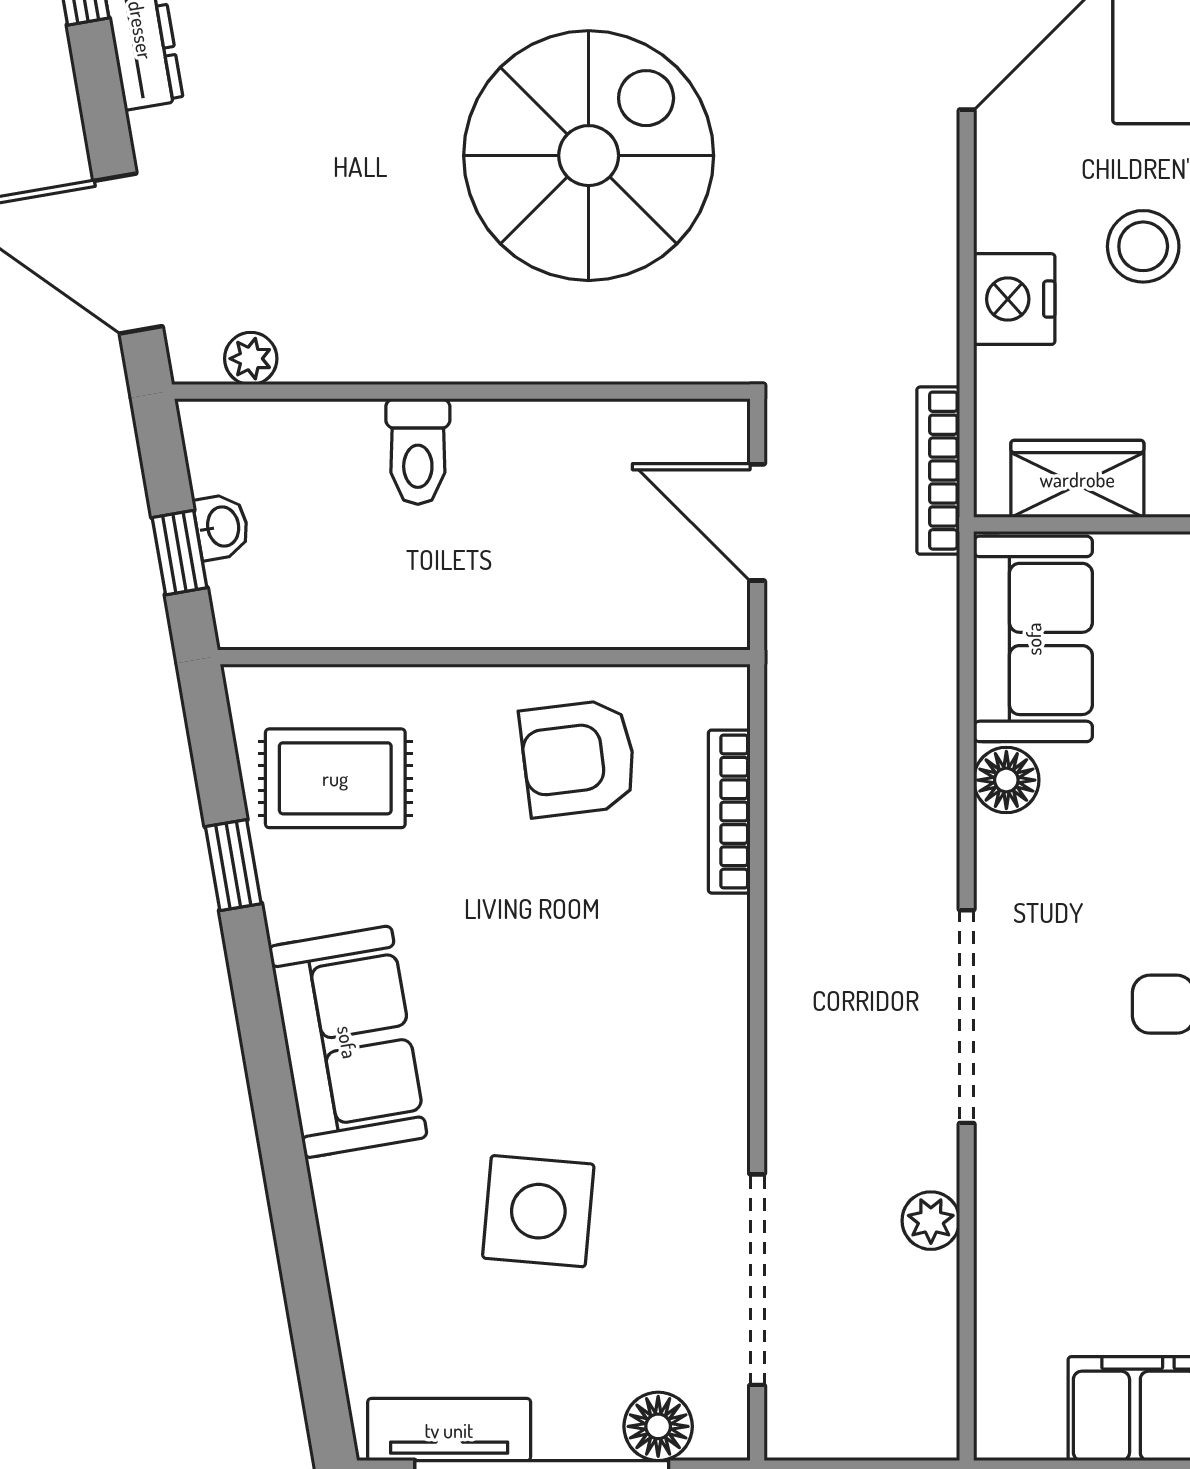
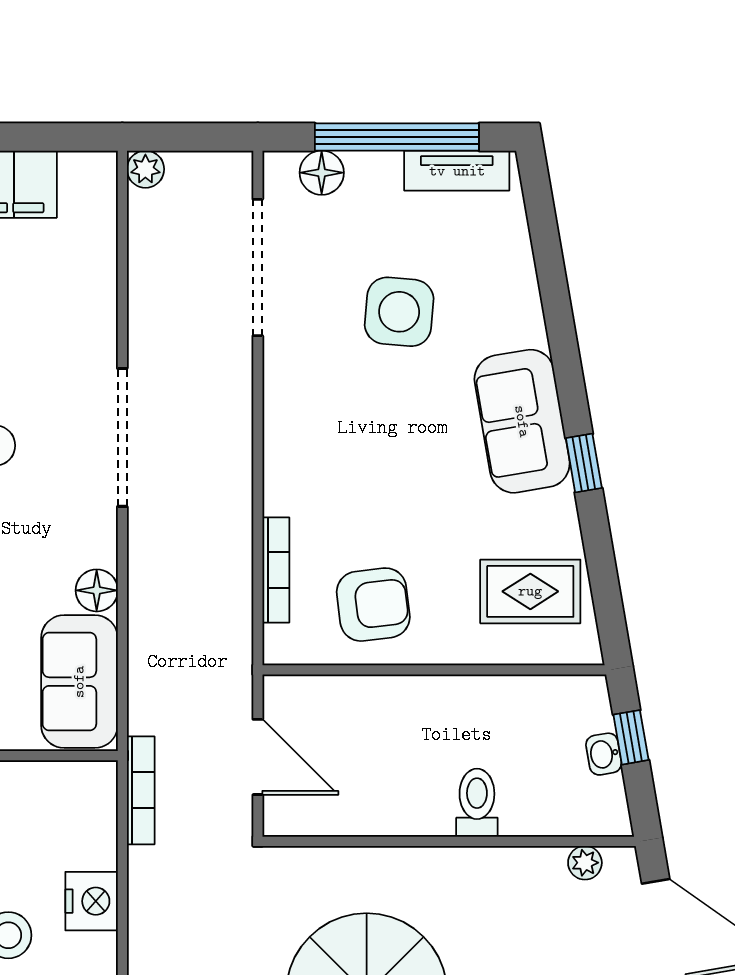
wardrobe: (1077, 479) -> (51, 785), removed
window: (233, 865) -> (584, 463), moved
plant: (931, 1221) -> (145, 169), moved

